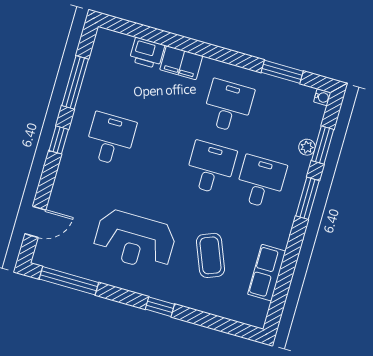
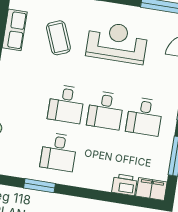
filing cabinet: (181, 63) -> (151, 189), moved
window: (282, 72) -> (39, 186), moved
desk: (261, 182) -> (105, 110), moved

